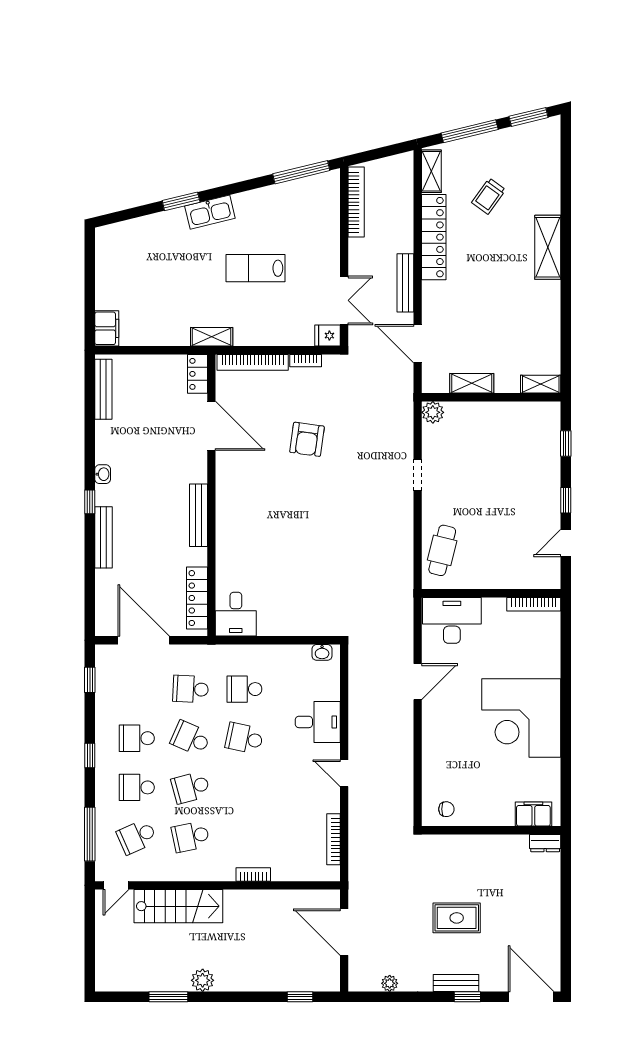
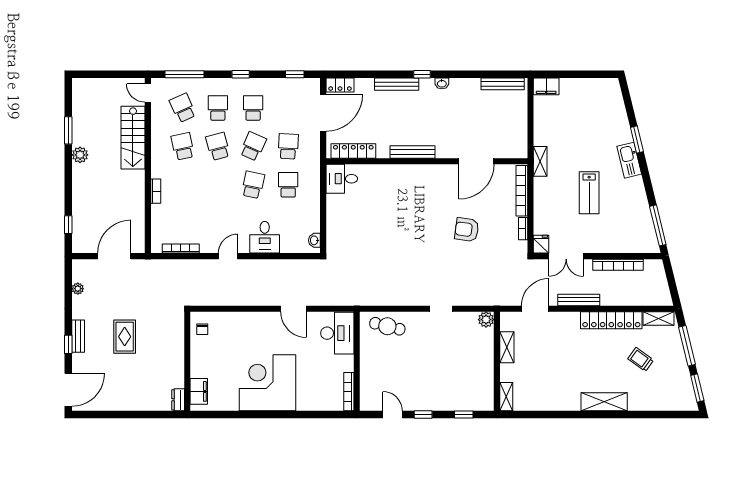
bookcase: (356, 202) -> (618, 265), moved
lab bench: (255, 268) -> (589, 193), turned 180
locker: (197, 374) -> (340, 85), moved, turned 180

